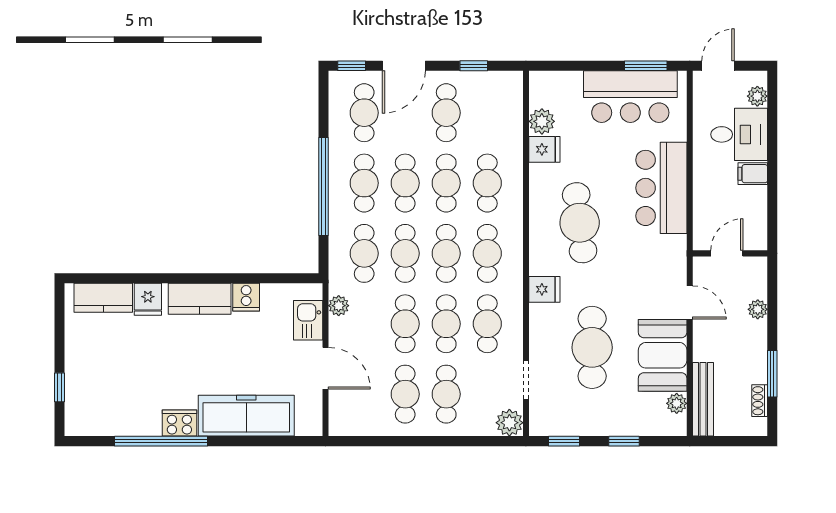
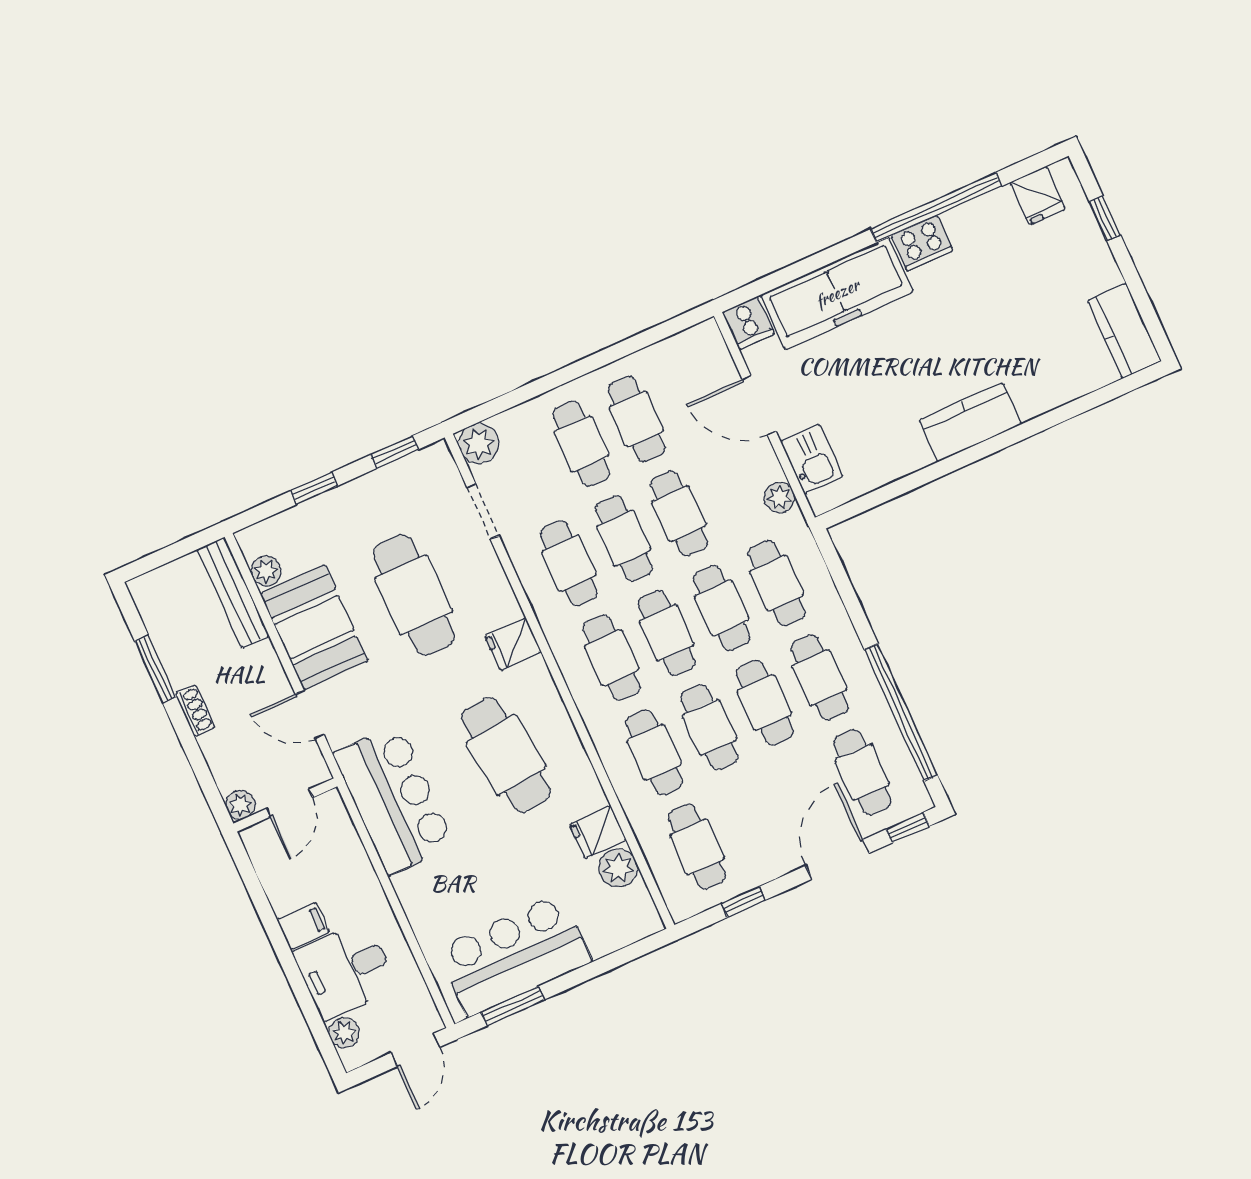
cafe table: (446, 113) -> (697, 847), moved
window: (324, 187) -> (901, 712), moved
bar counter: (661, 188) -> (394, 799), moved
cooker: (246, 297) -> (748, 323), moved, turned 180
kitchen counter: (103, 298) -> (1124, 331), moved, turned -90
fridge: (148, 299) -> (1038, 196), moved, turned 180
plant: (758, 309) -> (240, 805), moved
shoe rack: (760, 401) -> (195, 711), moved

